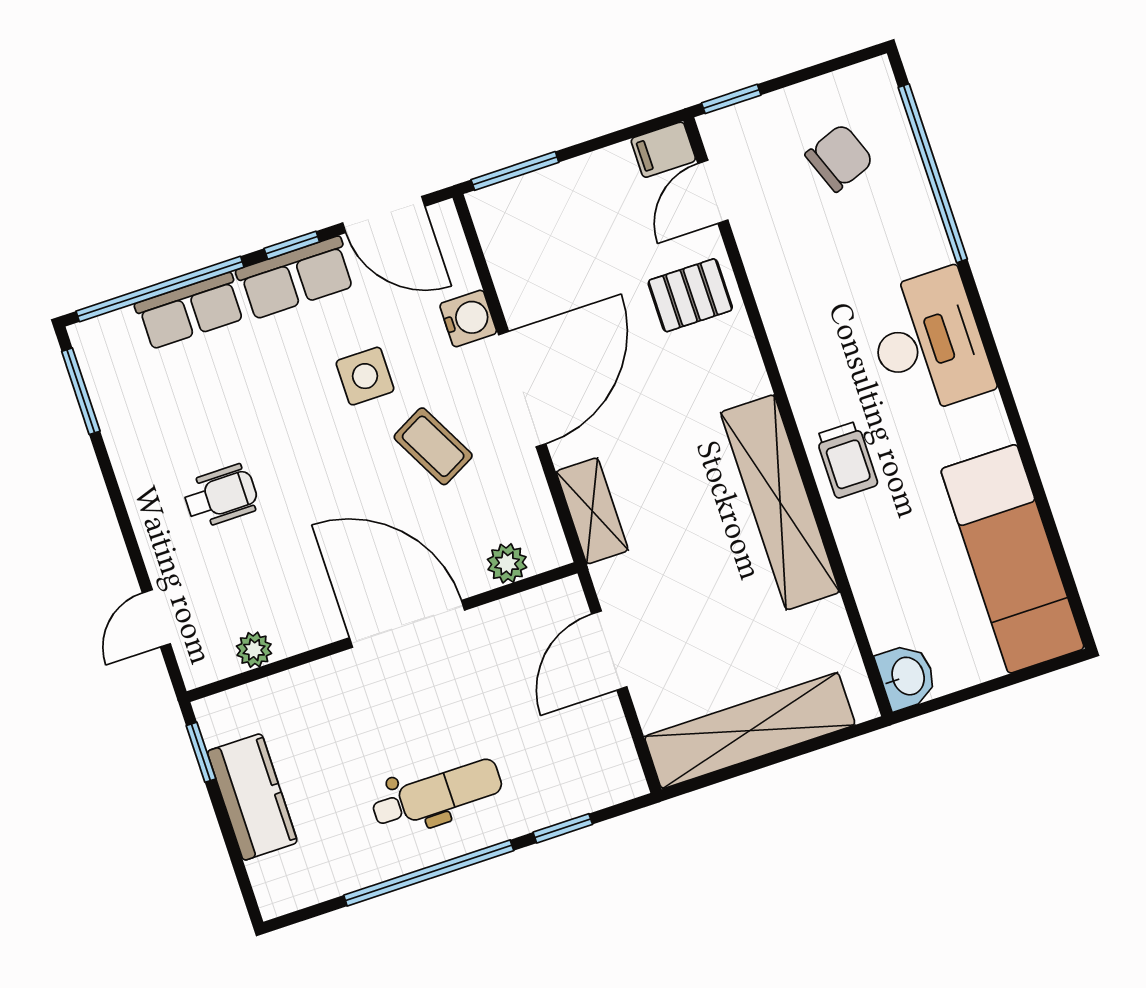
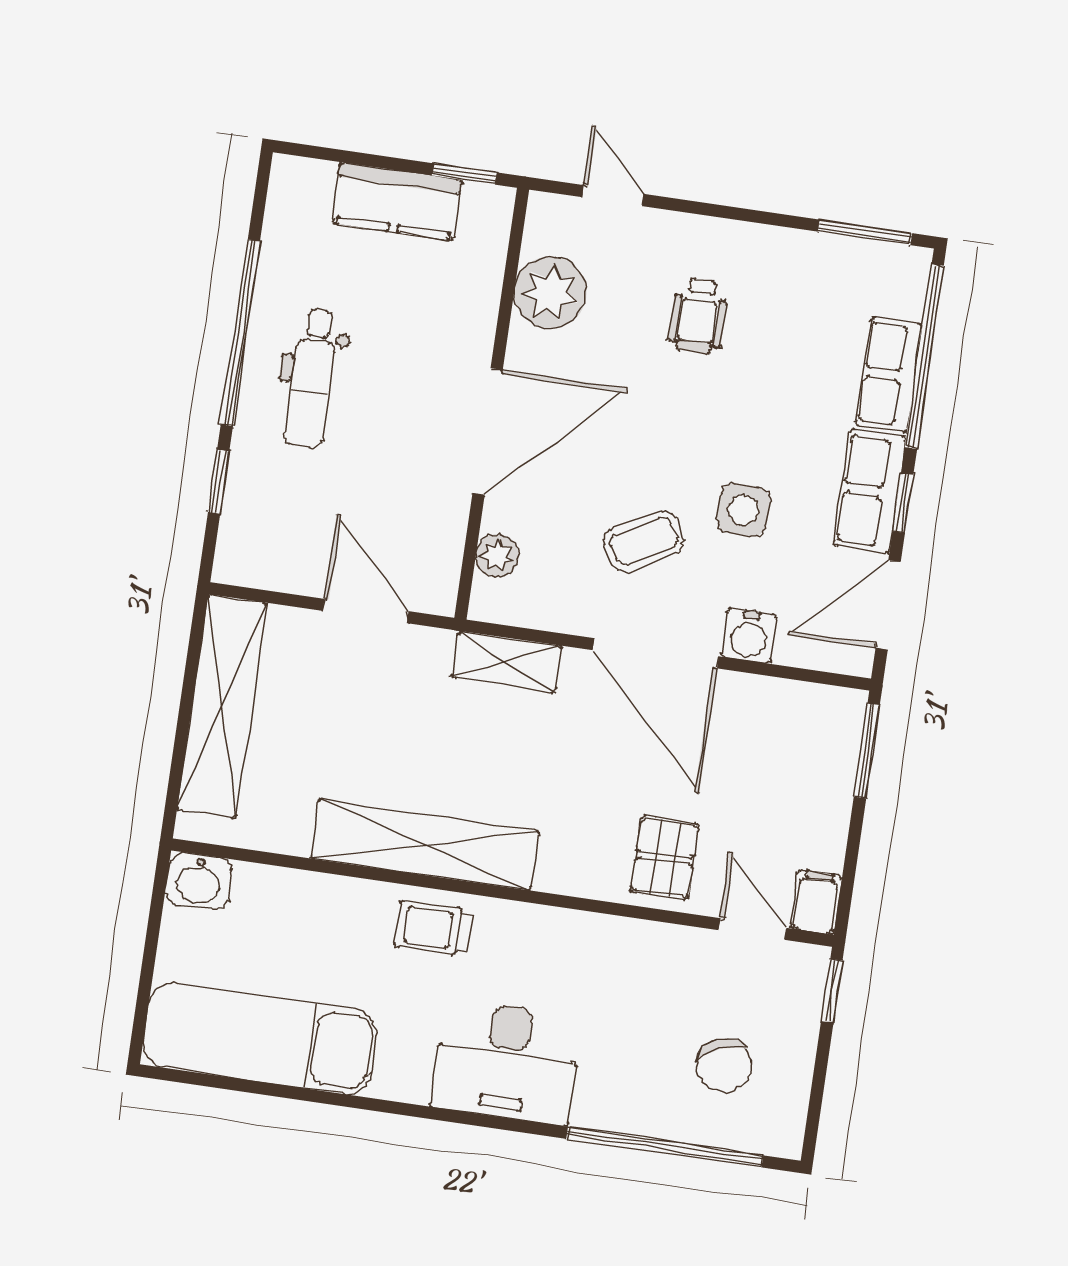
plant: (254, 650) -> (550, 293), width x1.87, depth x1.87

